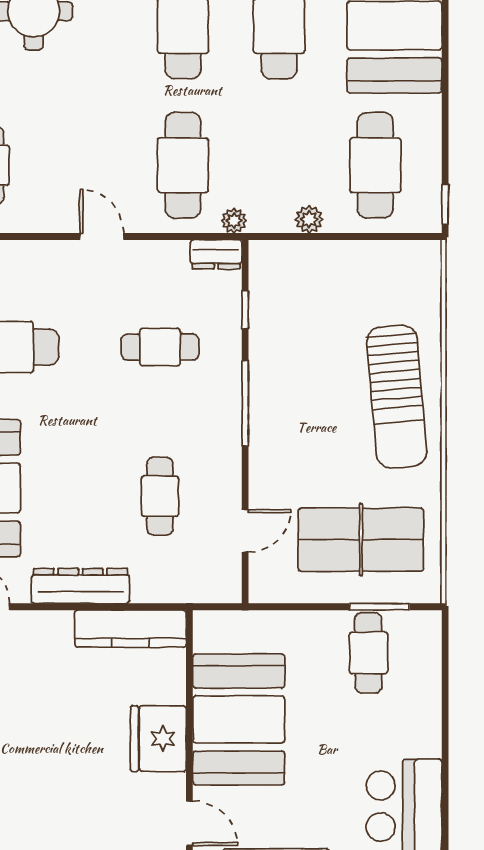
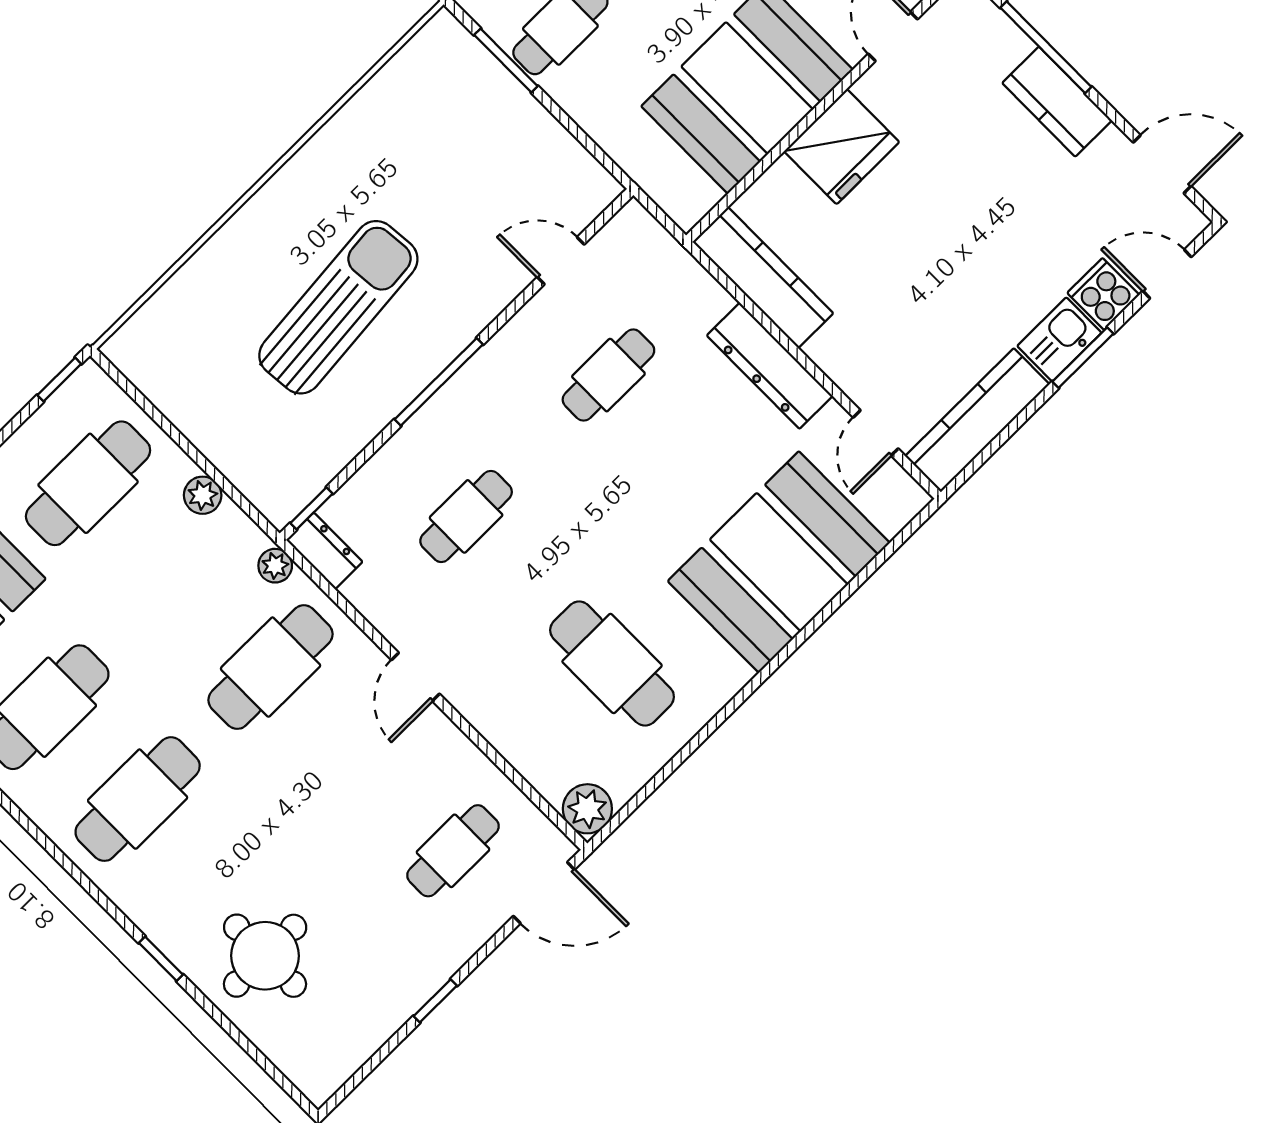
window: (245, 310) -> (311, 508), moved
cafe table: (160, 347) -> (466, 516), turned 90
sun lounger: (397, 397) -> (338, 307), moved
table tennis table: (361, 540) -> (459, 142), removed

